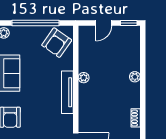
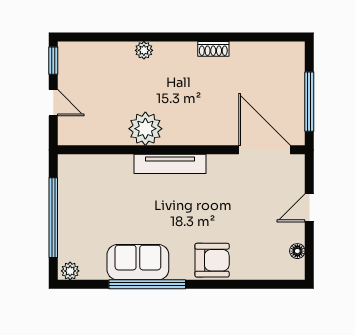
armchair: (57, 43) -> (86, 182), removed
plant: (84, 78) -> (145, 129), width x1.87, depth x1.87

